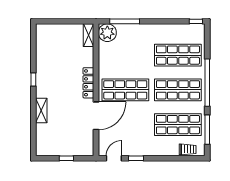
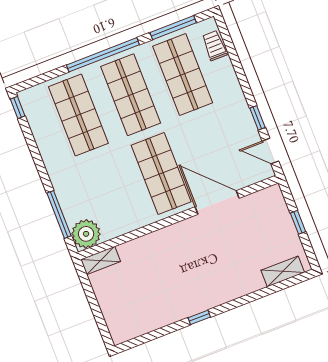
locker: (88, 83) -> (172, 233), removed
shelving: (41, 111) -> (283, 271), moved

